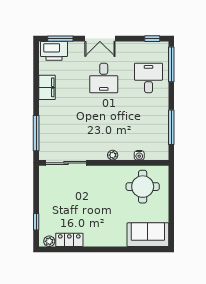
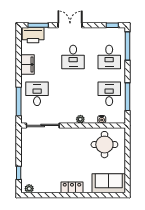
double door: (100, 39) -> (70, 25), swing flipped
desk: (149, 78) -> (109, 57), turned 180
desk: (59, 124) -> (37, 94), added
desk: (149, 124) -> (109, 94), added
locker: (69, 240) -> (72, 187), moved

